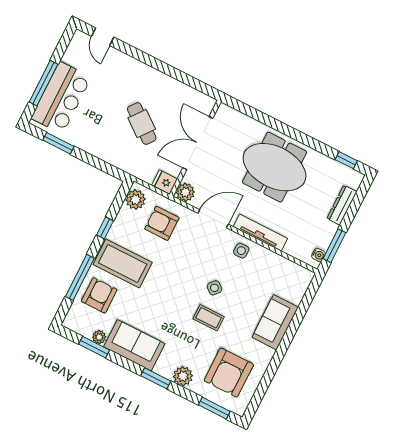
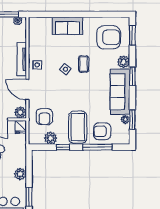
plant: (98, 147) -> (20, 174), added
plant: (136, 199) -> (51, 138), moved
sofa: (134, 345) -> (120, 92), width x1.36

